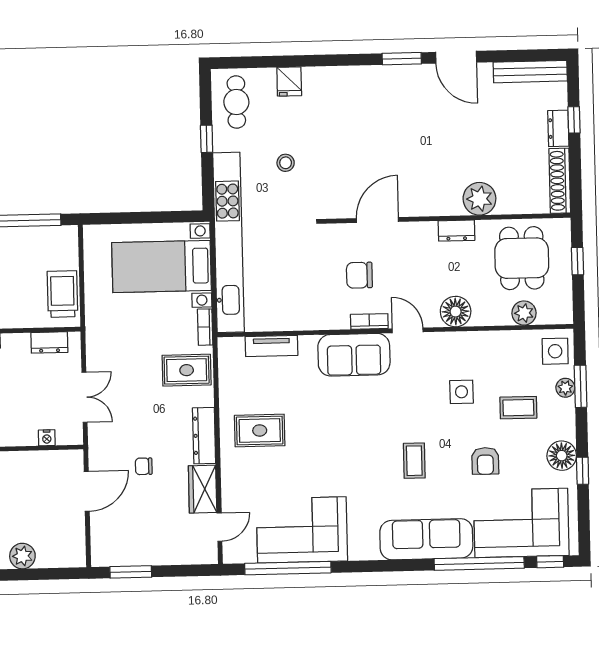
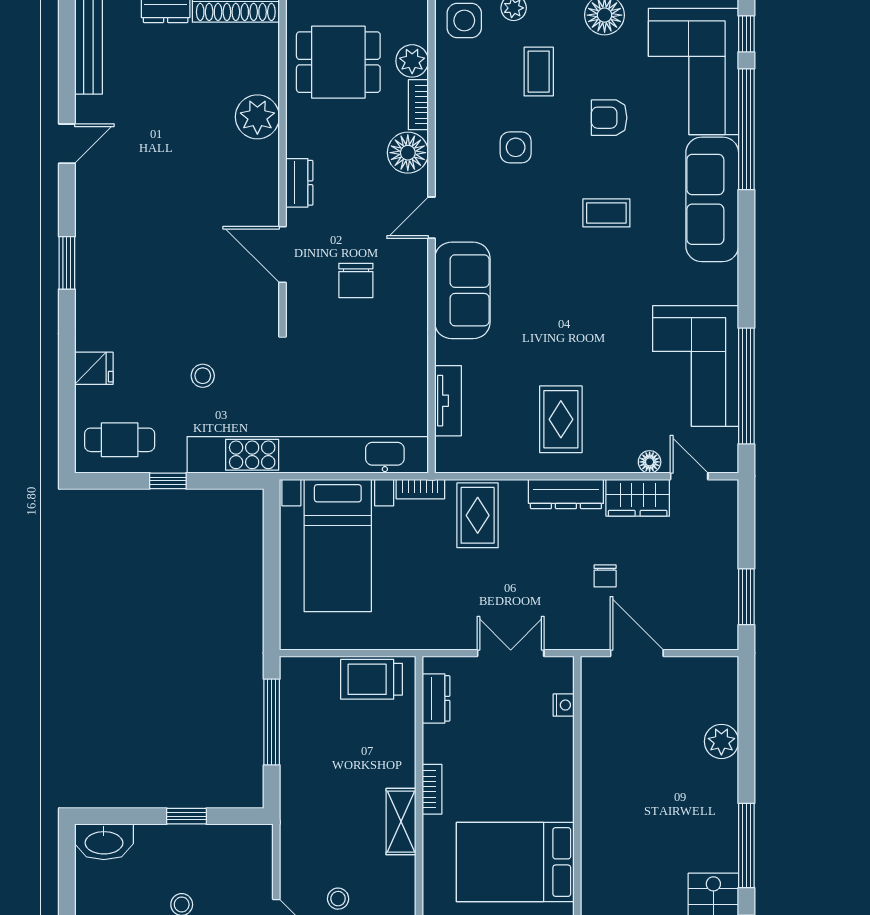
door: (456, 57) -> (67, 144), width x0.73
window: (402, 59) -> (67, 263), moved
dresser: (457, 231) -> (299, 183), moved
bookcase: (369, 321) -> (418, 105), moved
armchair: (485, 461) -> (609, 118), turned 180
floor lamp: (230, 497) -> (650, 462), added

